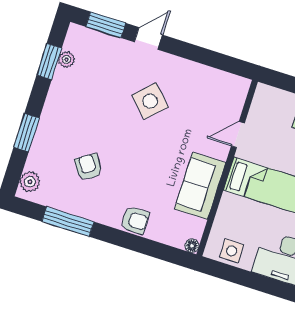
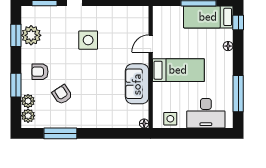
plant: (66, 59) -> (31, 35), width x1.87, depth x1.87
side table: (150, 101) -> (88, 40), turned 45
plant: (36, 161) -> (28, 101), added
armchair: (135, 220) -> (40, 72), moved, turned 180

